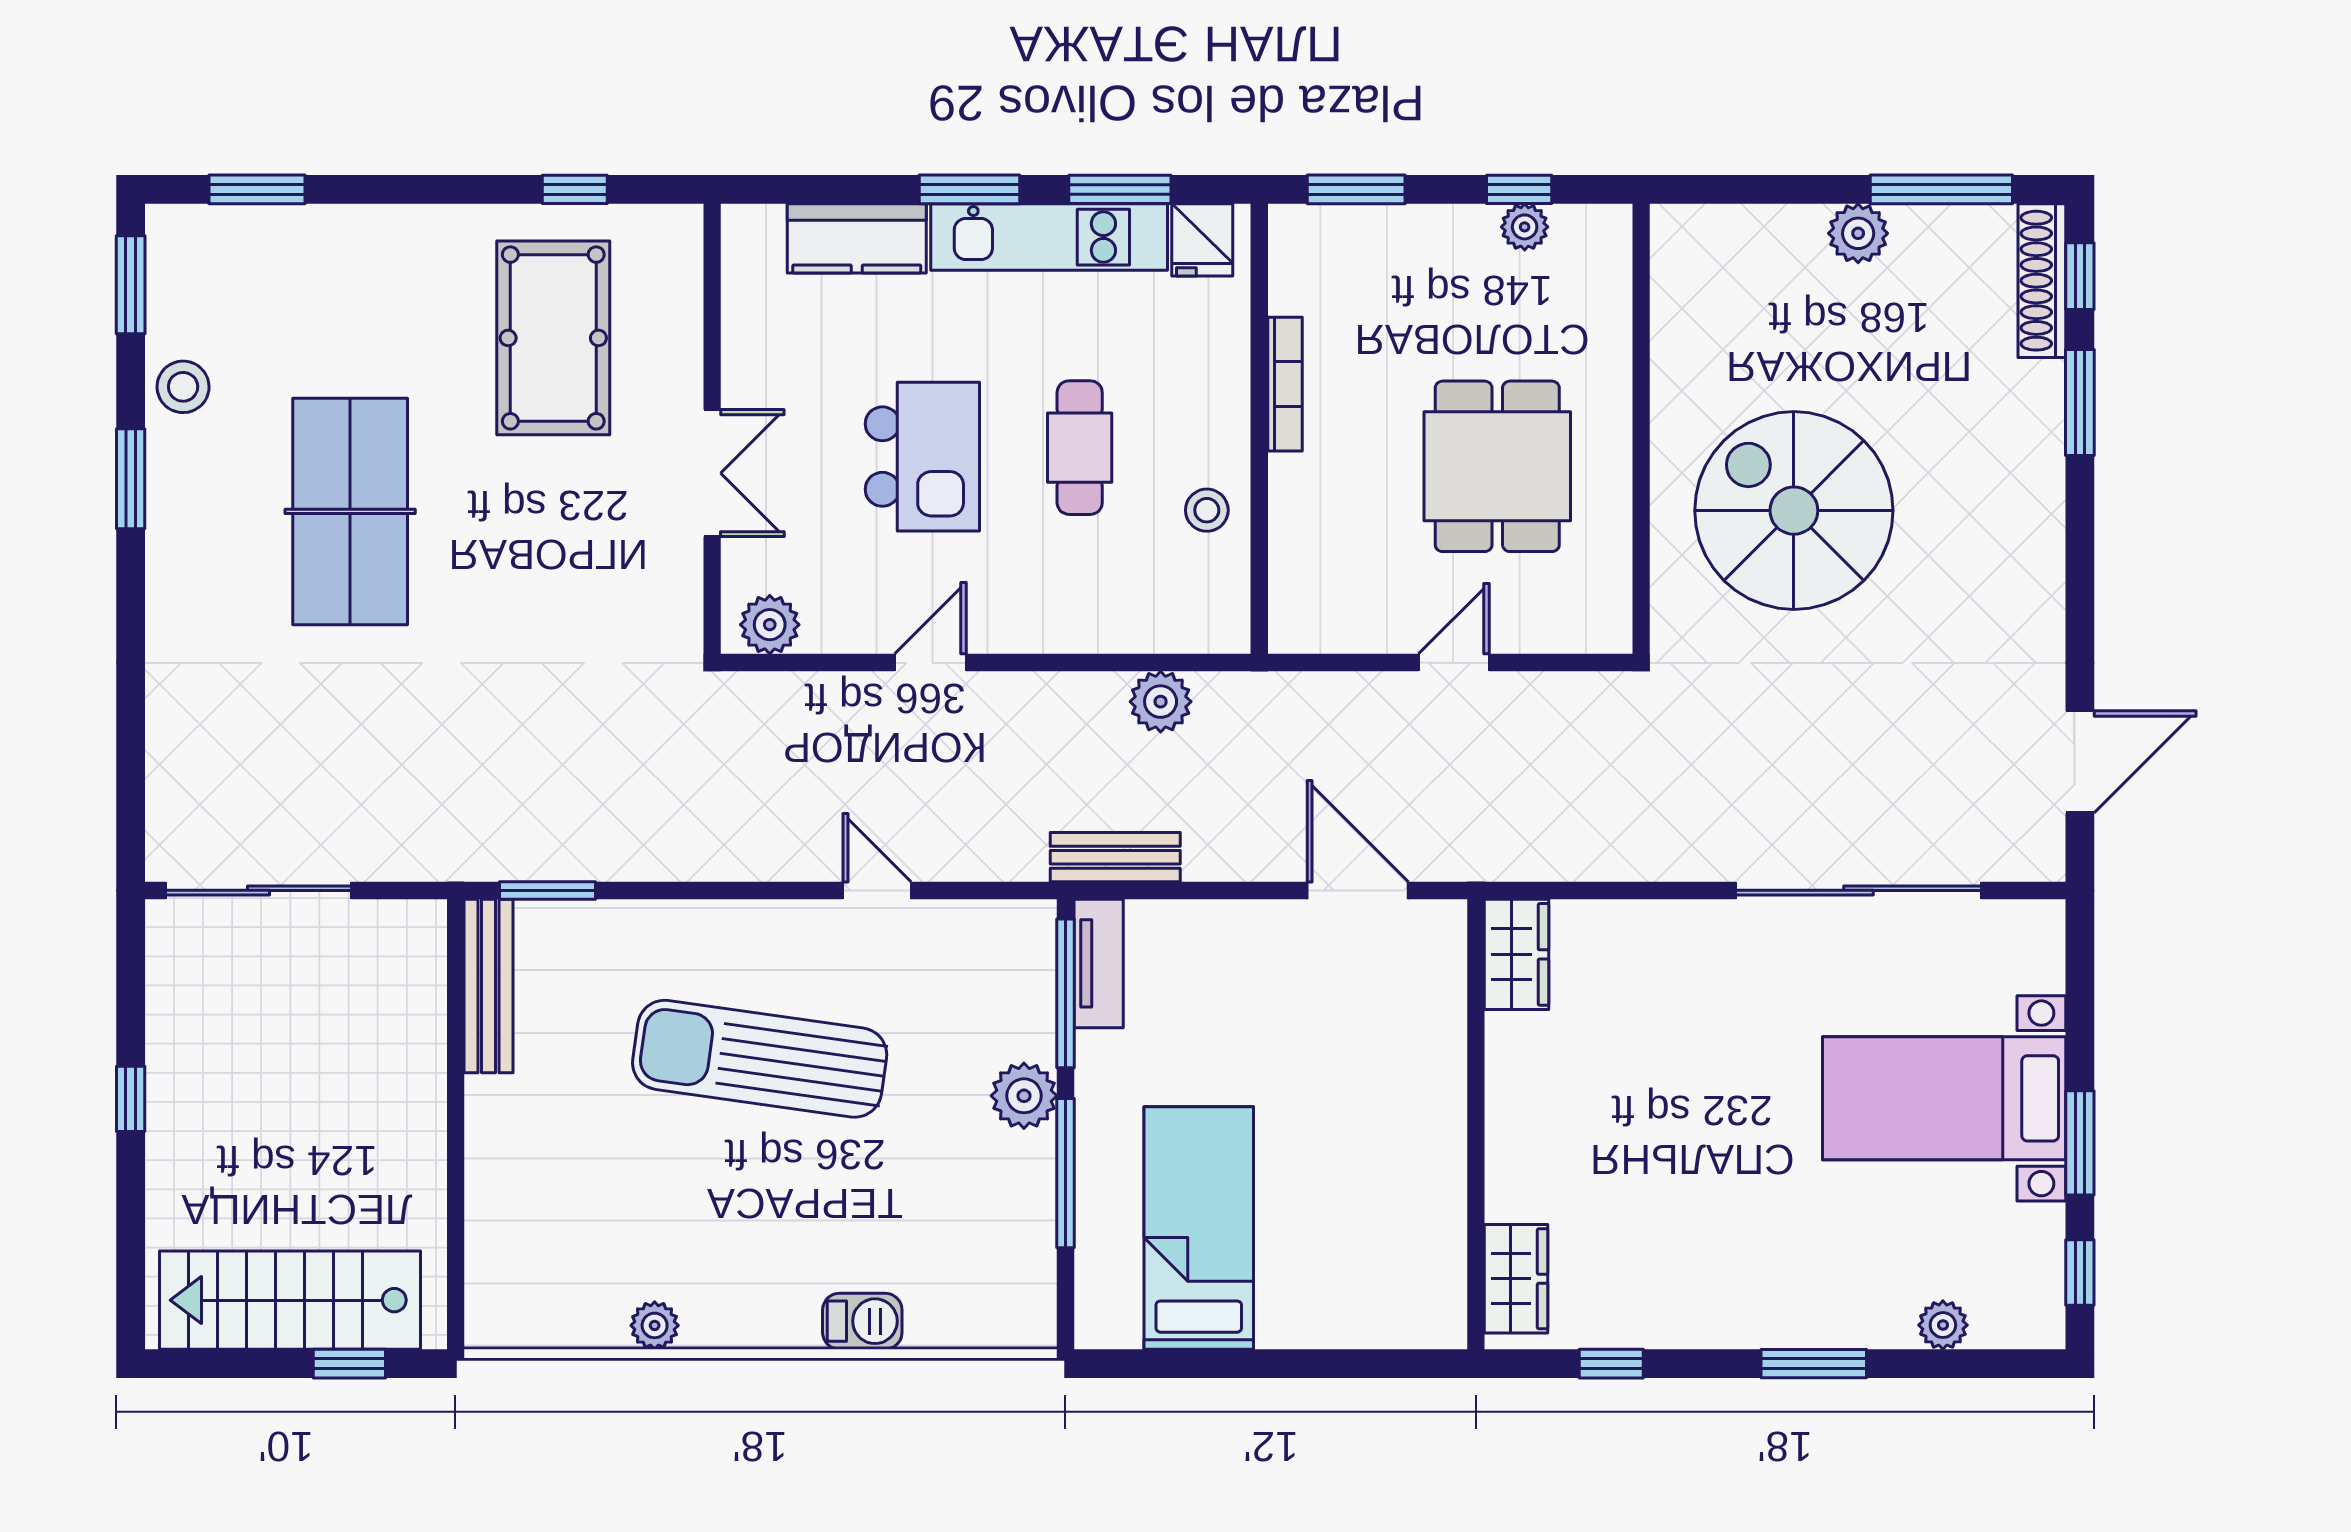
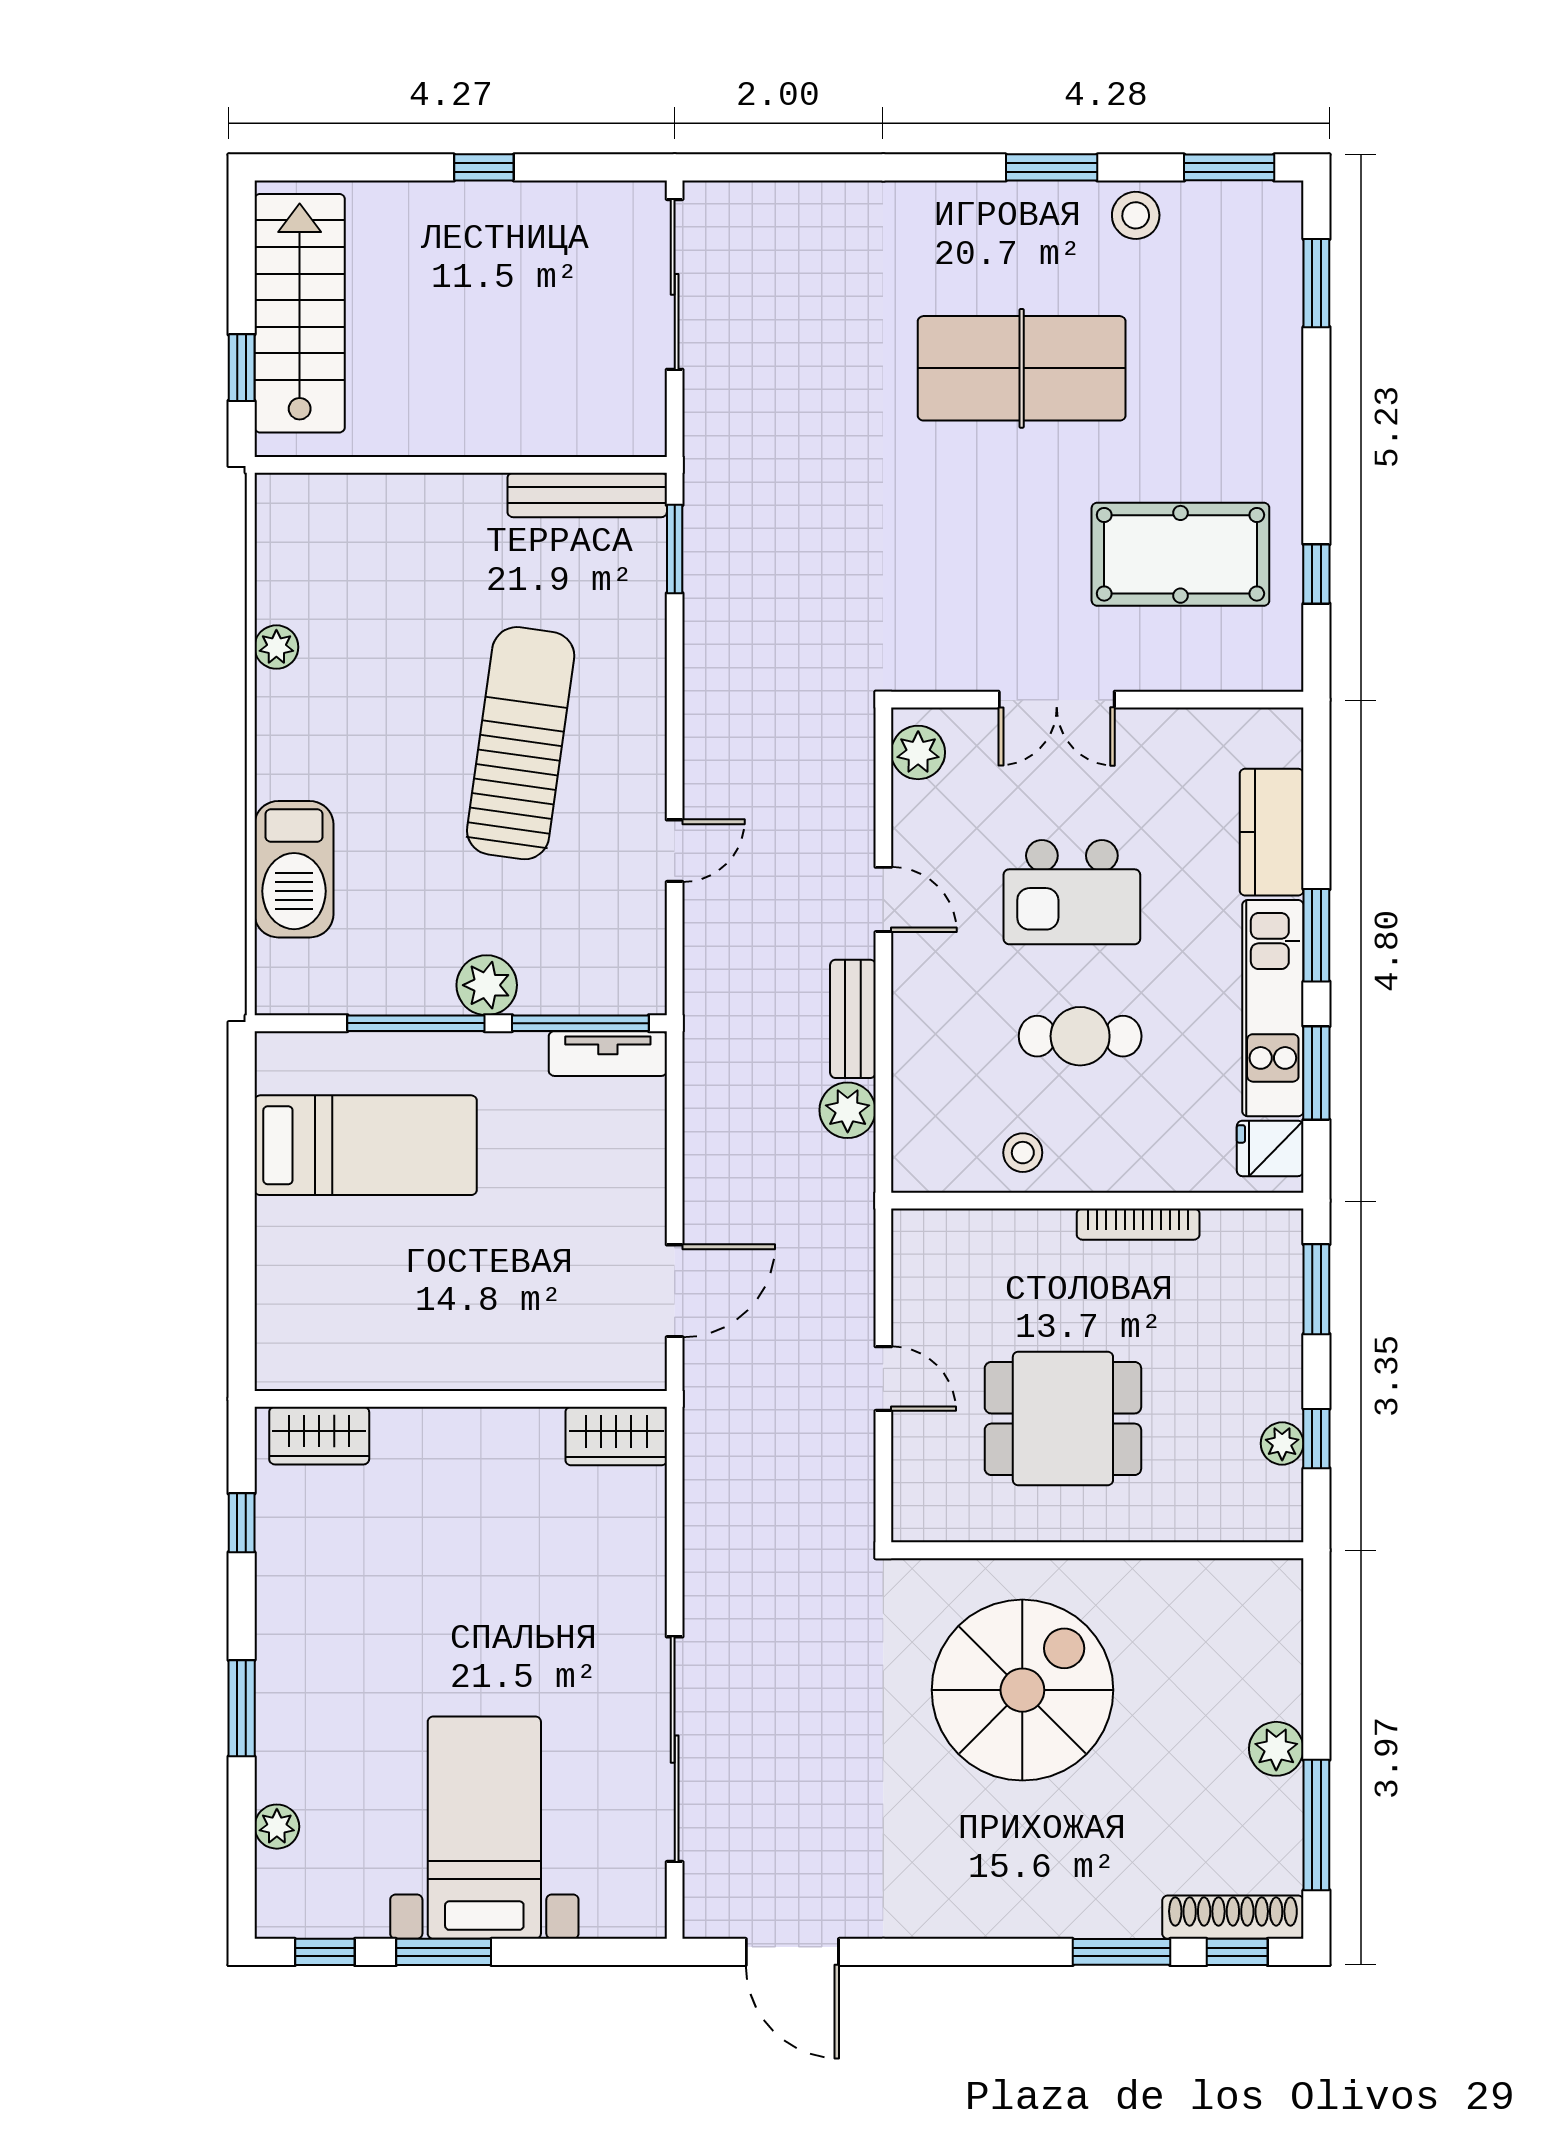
bench: (1115, 857) -> (853, 1019), moved
barbecue: (862, 1321) -> (294, 869), width x1.88, depth x1.53

